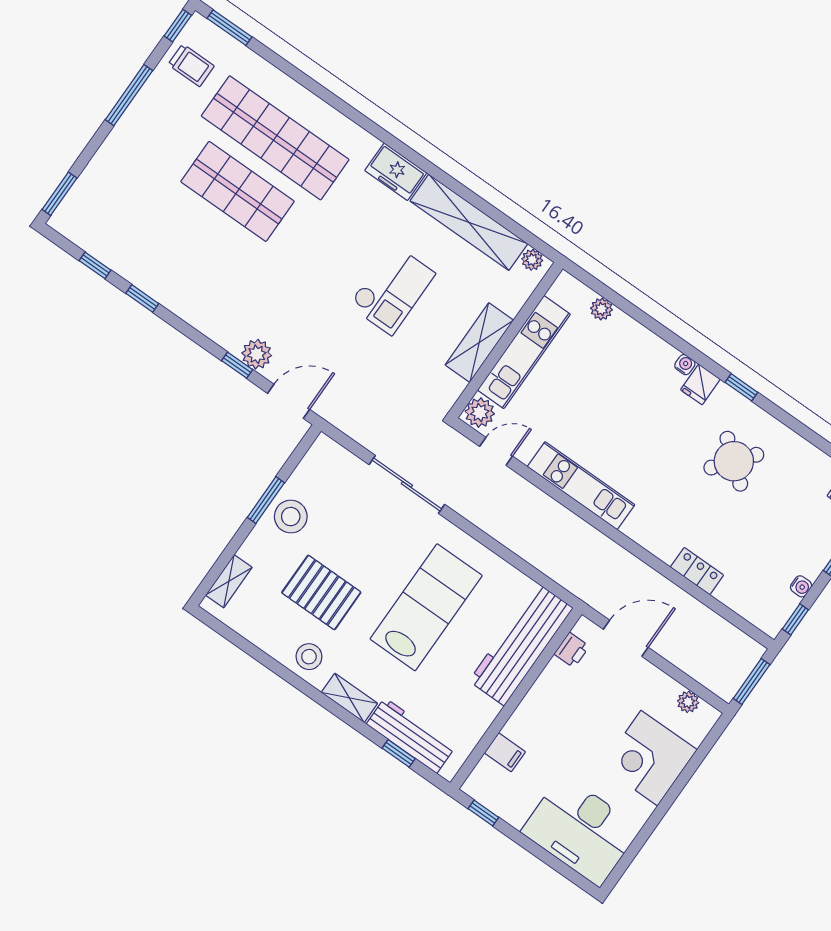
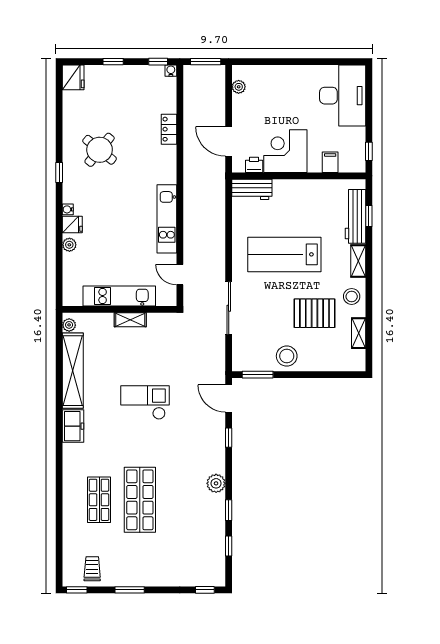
window: (230, 28) -> (59, 563), removed
window: (129, 95) -> (130, 590), width x0.69
shop shelf: (275, 138) -> (99, 500), width x0.50, depth x0.74
window: (60, 194) -> (205, 590), width x0.67
checkout: (392, 289) -> (145, 402), moved
plant: (602, 309) -> (69, 245), moved
shelving: (479, 343) -> (130, 320), width x0.67, depth x0.75
plant: (257, 354) -> (216, 483), moved
fridge: (700, 384) -> (72, 224), moved
plant: (480, 413) -> (166, 297), removed
window: (266, 500) -> (258, 375), moved
shelving: (229, 581) -> (359, 333), moved, turned 90
water cooler: (801, 586) -> (171, 71), moved
pallet: (321, 592) -> (314, 313), turned 90
workbench: (521, 644) -> (252, 189), width x0.53, depth x0.76
corner desk: (649, 758) -> (285, 151), moved, turned 180

